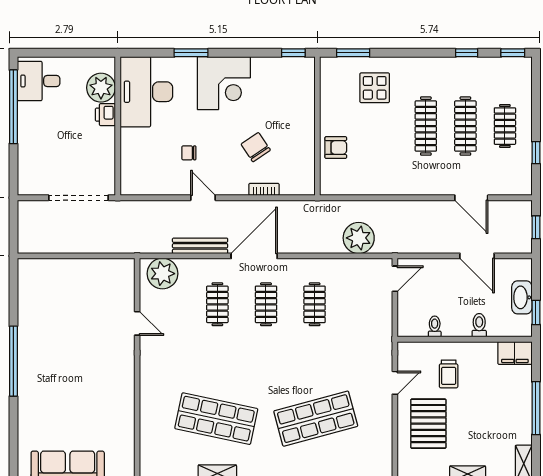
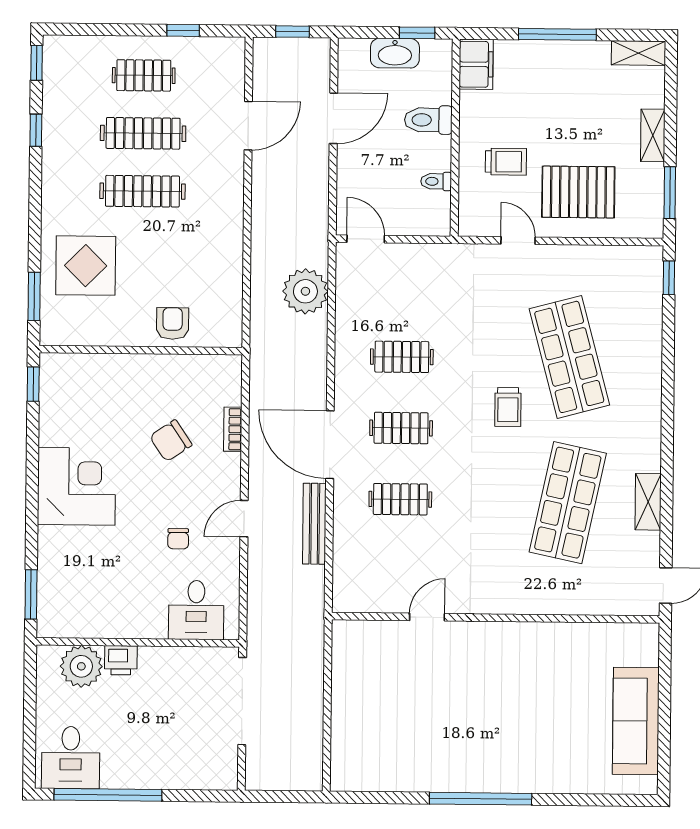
window: (191, 53) -> (31, 594), moved
display table: (375, 88) -> (86, 266), width x1.36, depth x1.36
desk: (146, 92) -> (196, 610), moved, width x0.53, depth x0.77
plant: (162, 274) -> (354, 579), removed
toilet: (479, 325) -> (428, 120), width x1.37, depth x1.39
trolley: (281, 377) -> (508, 407), added

